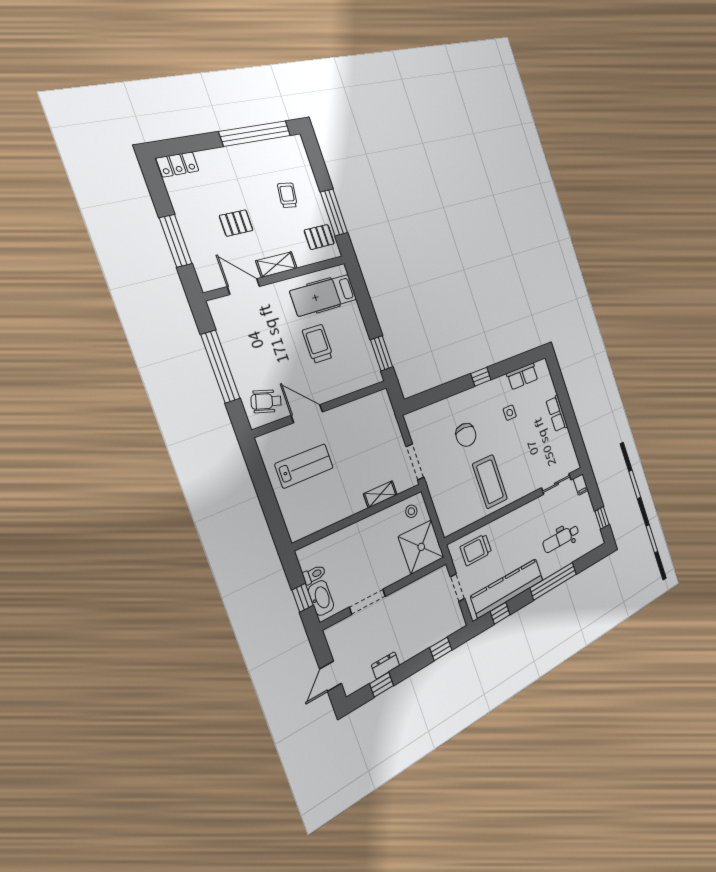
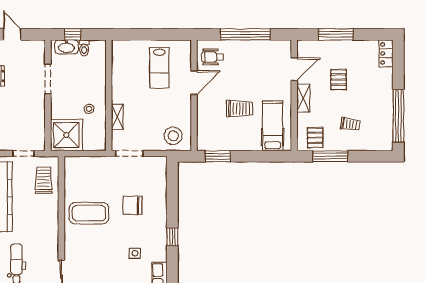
wheelchair: (266, 401) -> (212, 57), turned -106
stool: (378, 416) -> (173, 136), added
stool: (411, 511) -> (89, 109), moved

